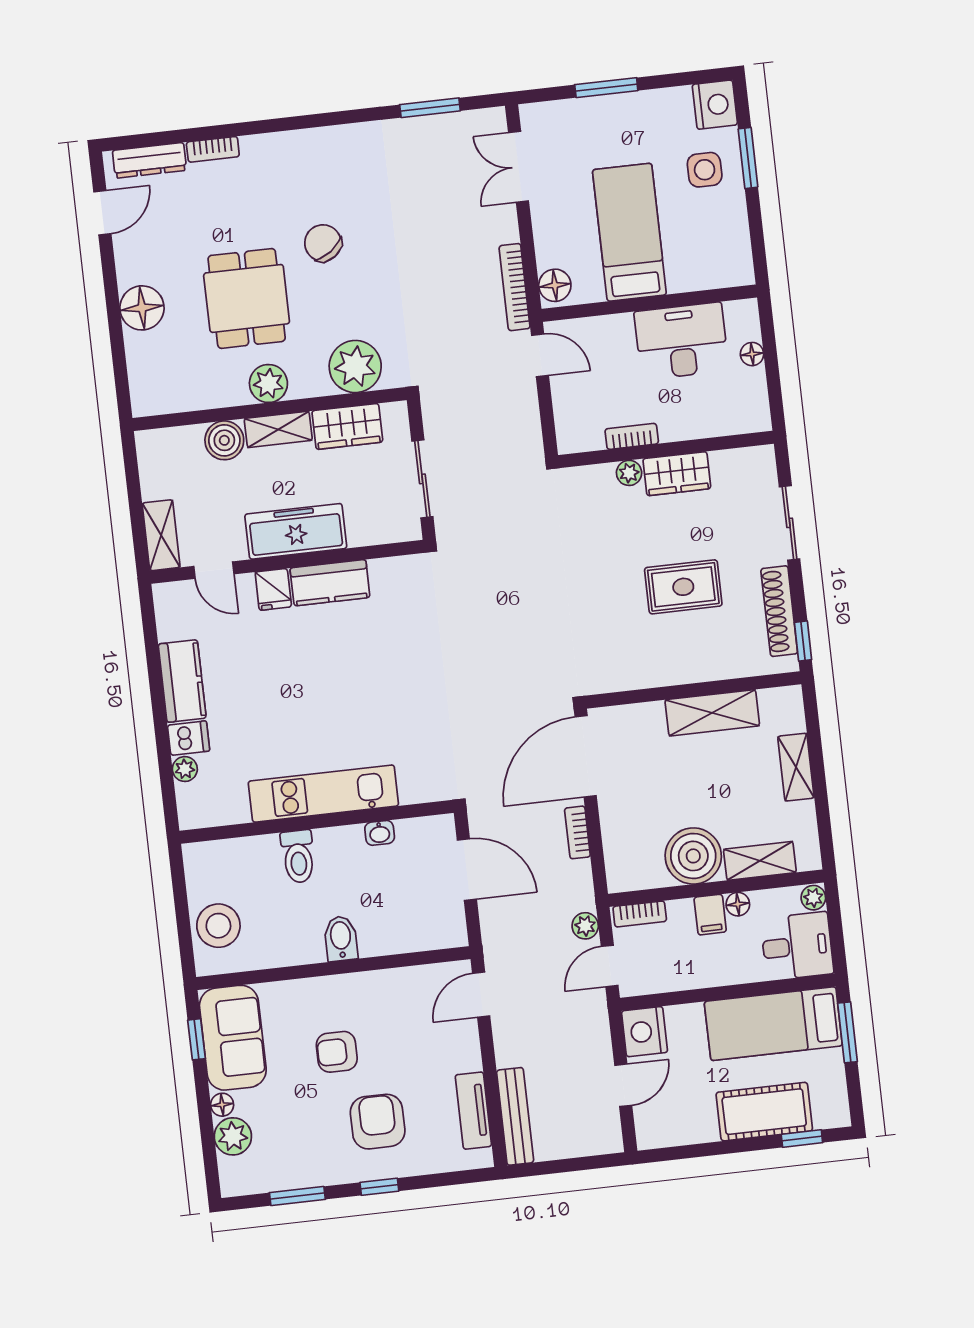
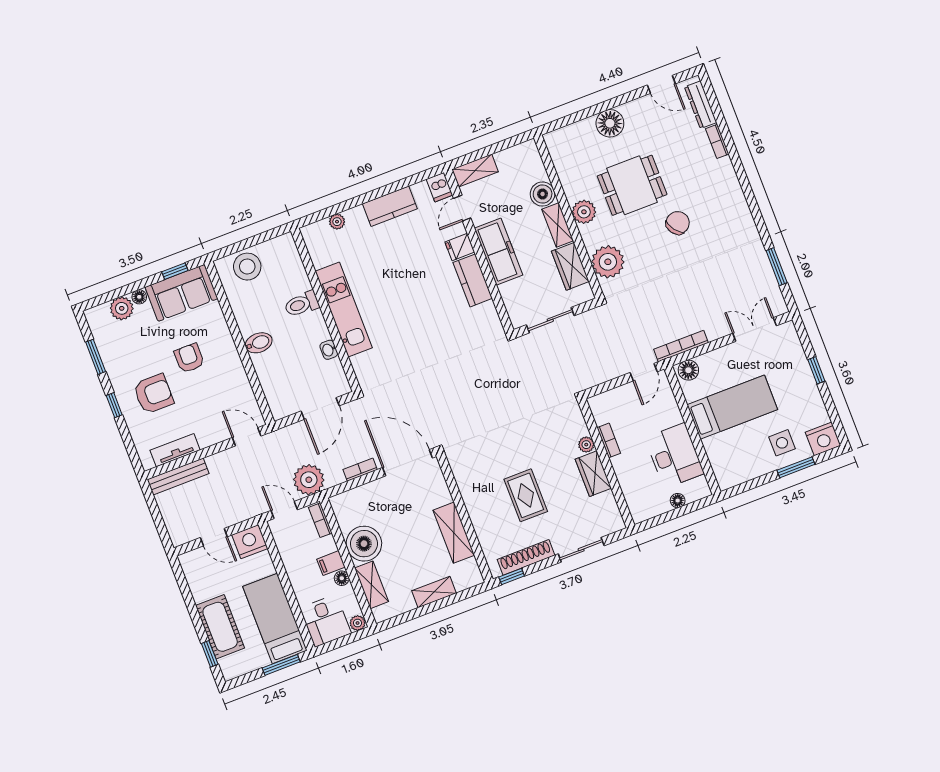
window: (606, 88) -> (816, 370), width x0.67
dishwasher: (189, 738) -> (439, 187), moved
plant: (585, 926) -> (309, 480), width x1.88, depth x1.88

